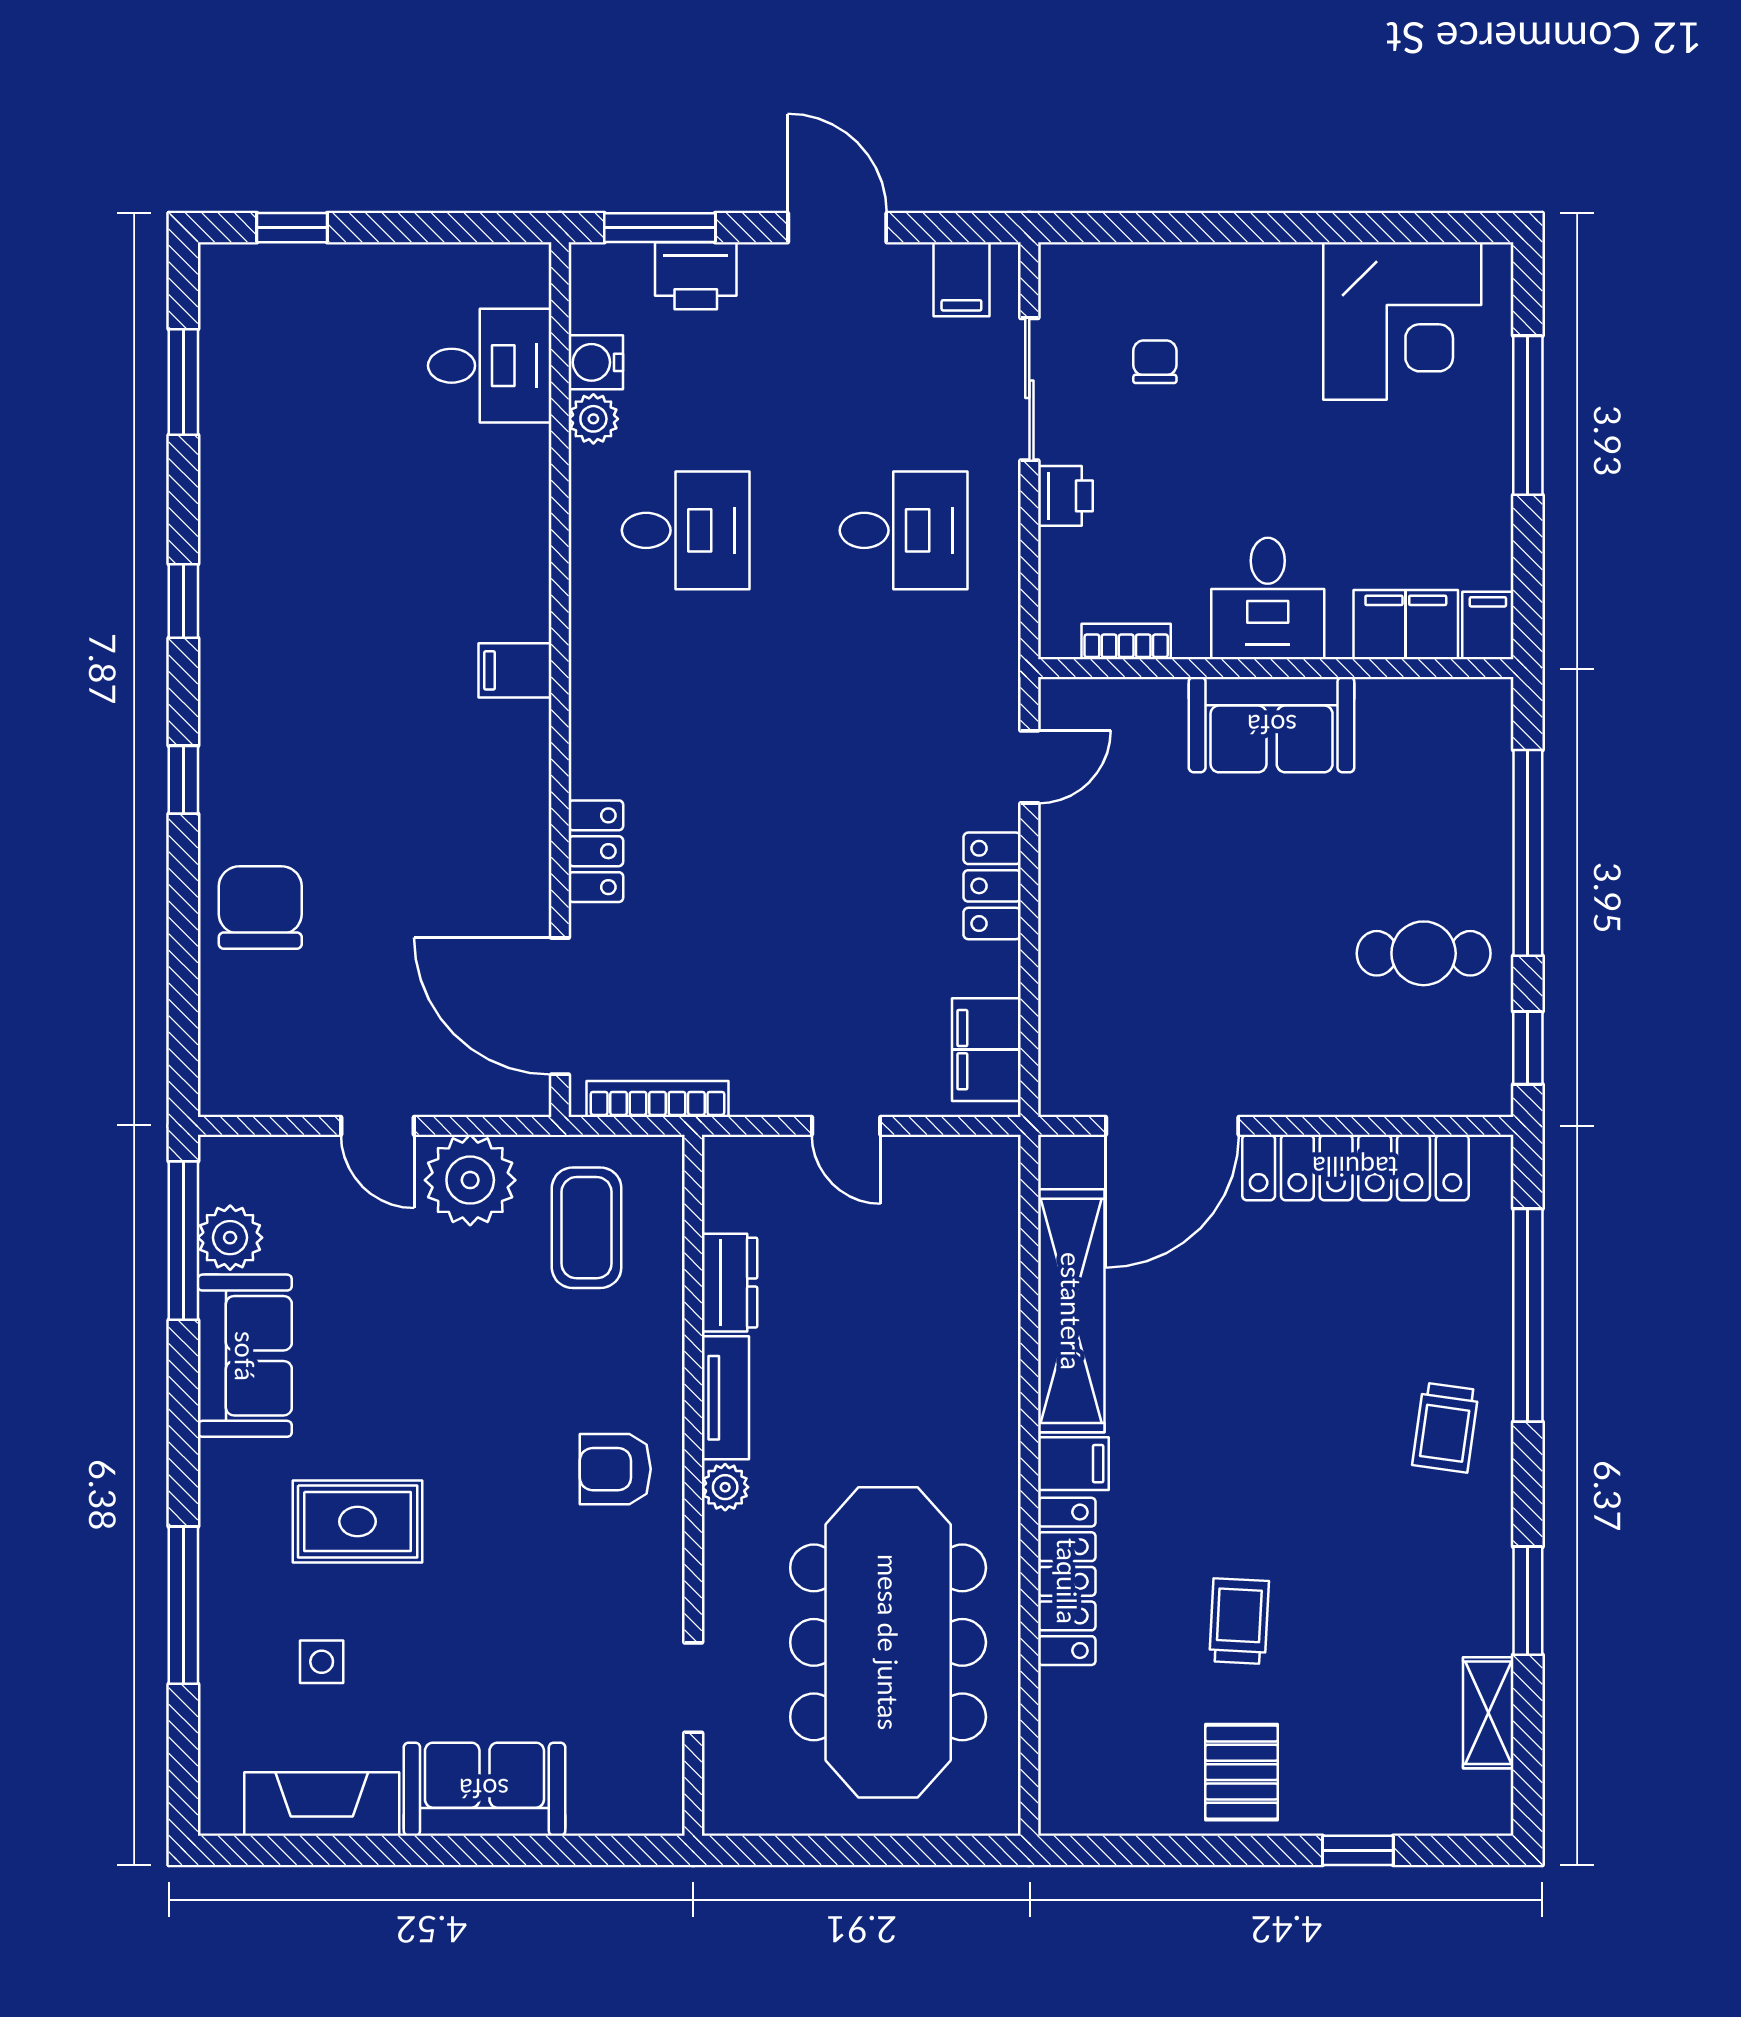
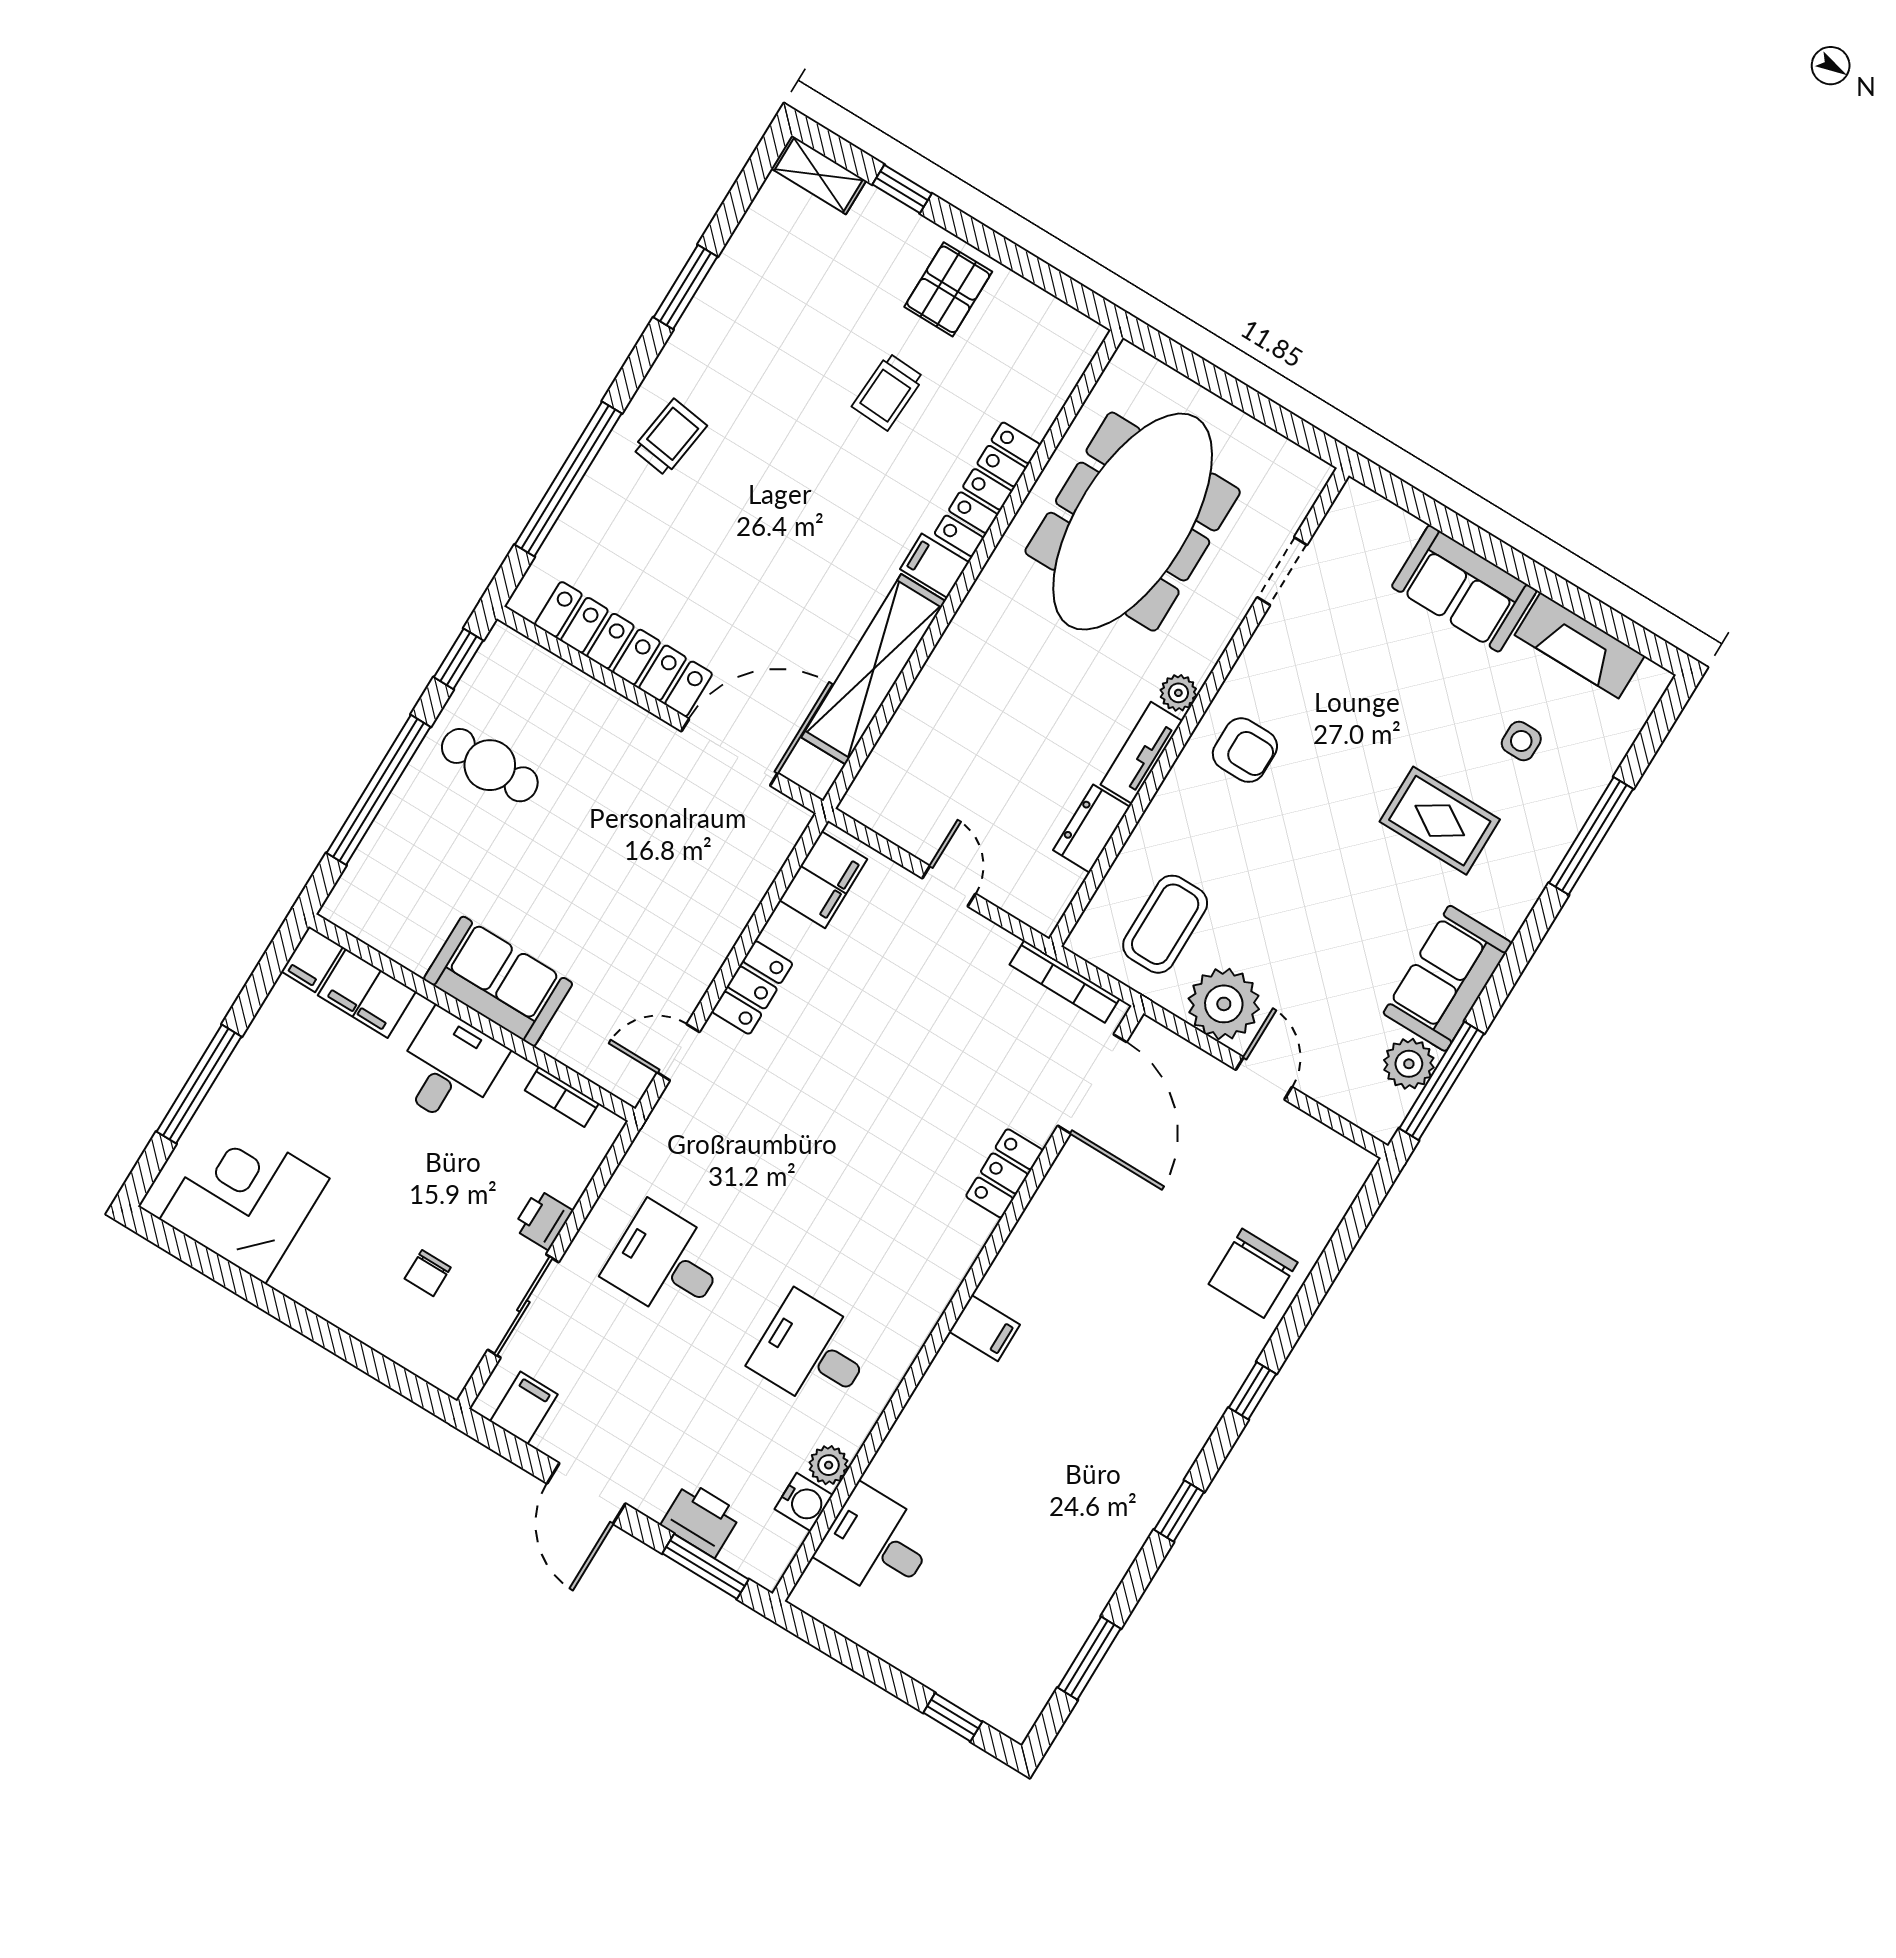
shelving: (1488, 1713) -> (819, 175), moved, turned 90

